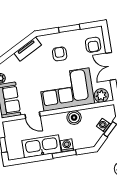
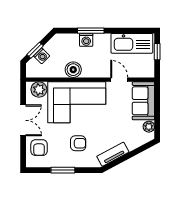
armchair: (93, 45) -> (39, 148), turned 180
armchair: (60, 54) -> (78, 143), turned -90
kitchen sink: (42, 146) -> (132, 43), moved

